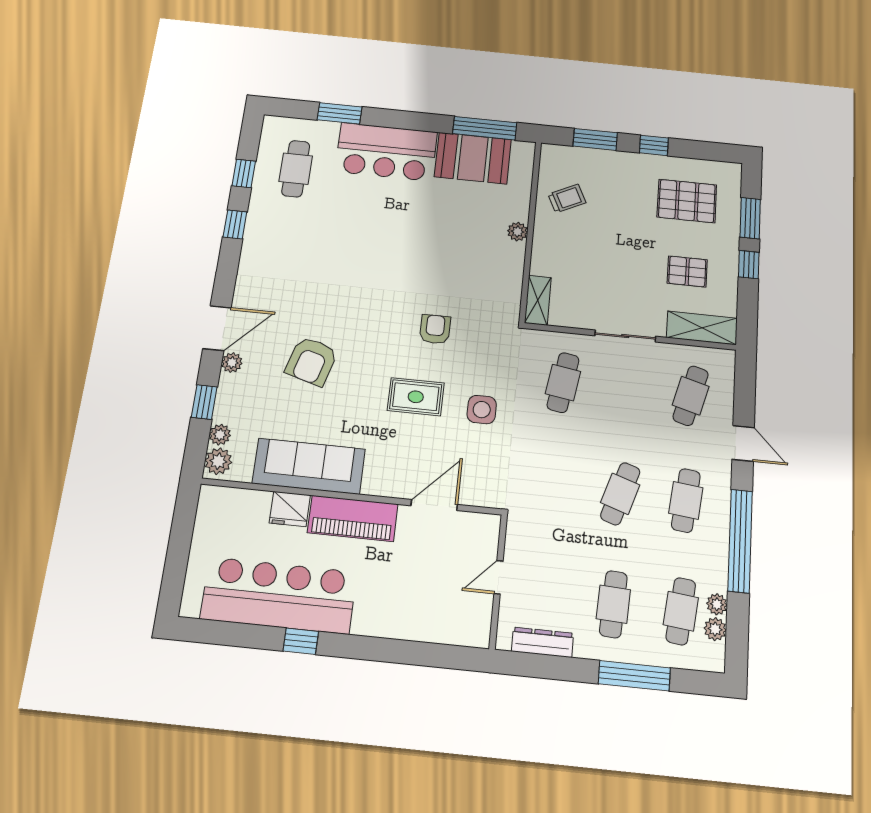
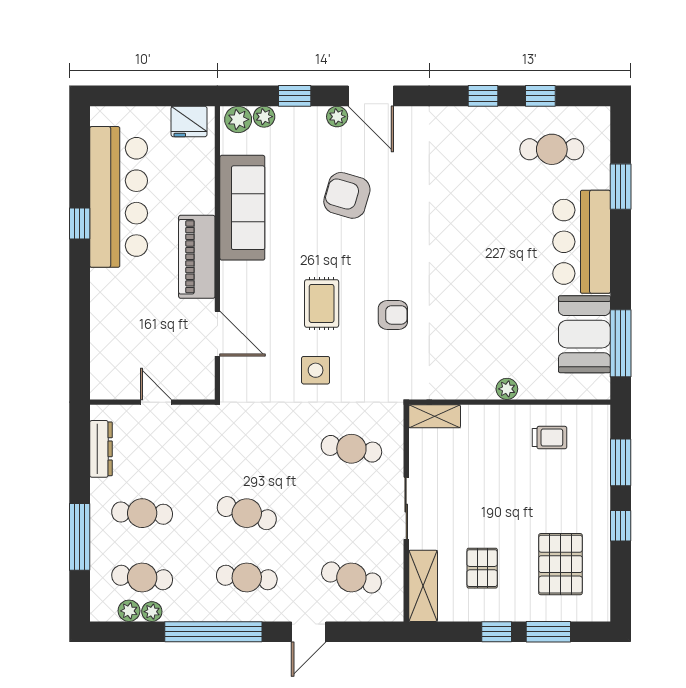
trolley: (567, 198) -> (549, 438), turned -64
fridge: (290, 509) -> (189, 121), moved, turned -90

